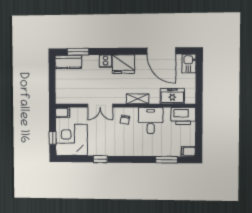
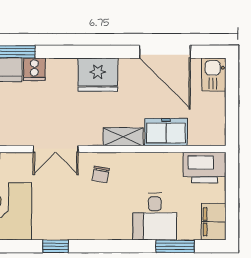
cooker: (106, 61) -> (34, 69), moved
freezer: (172, 96) -> (166, 132), moved
desk: (151, 120) -> (155, 217), moved, turned 180
filing cabinet: (188, 151) -> (214, 222), width x2.00

